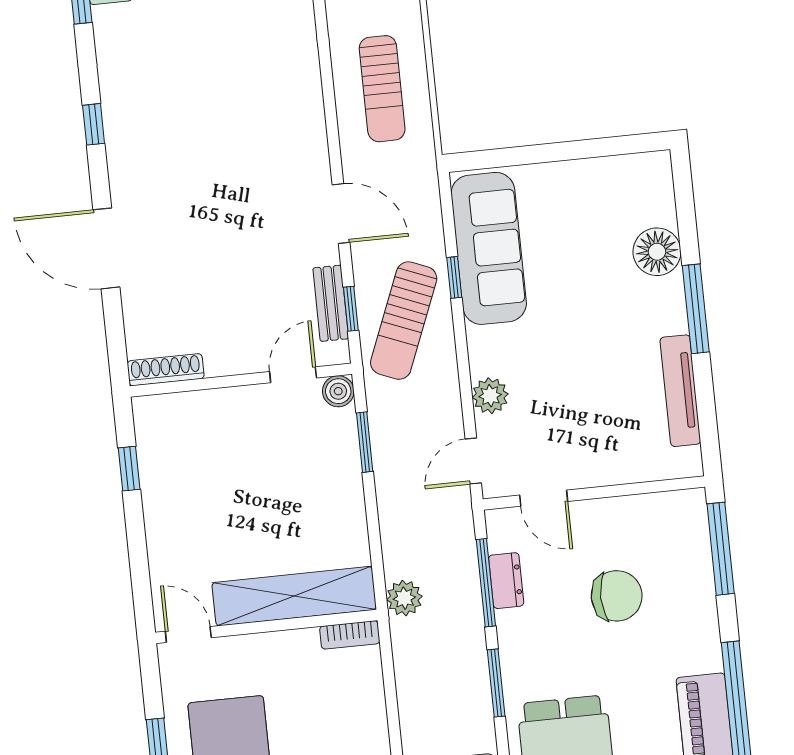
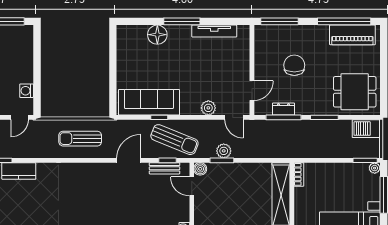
sun lounger: (382, 89) -> (80, 139), turned 180
plant: (404, 598) -> (224, 151), moved

